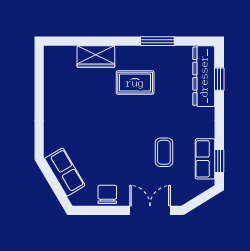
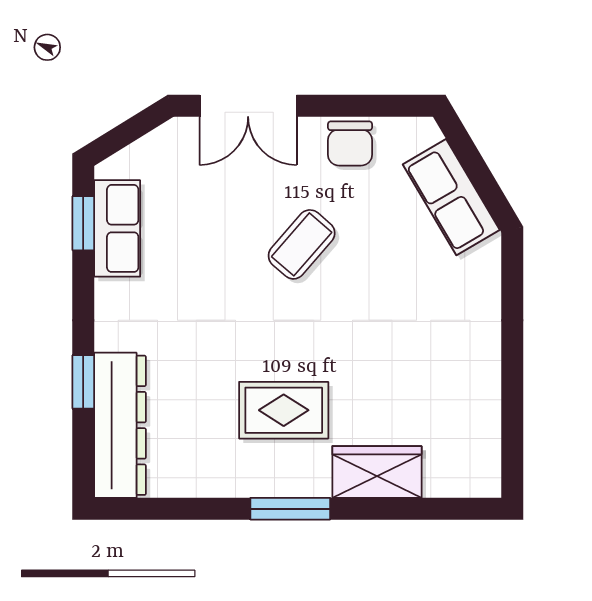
window: (157, 41) -> (290, 509), moved
window: (219, 79) -> (83, 382), moved
coffee table: (164, 152) -> (302, 244), moved, turned 41

